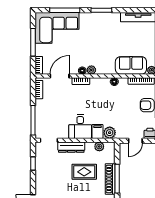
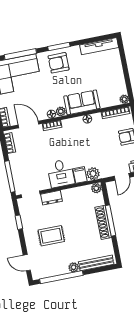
armchair: (98, 25) -> (59, 63), added
sofa: (131, 65) -> (82, 102), moved
door: (60, 76) -> (29, 125), hinge flipped
dresser: (71, 147) -> (51, 198), width x0.70
plant: (99, 147) -> (96, 188), moved
rug: (84, 172) -> (51, 236), moved

